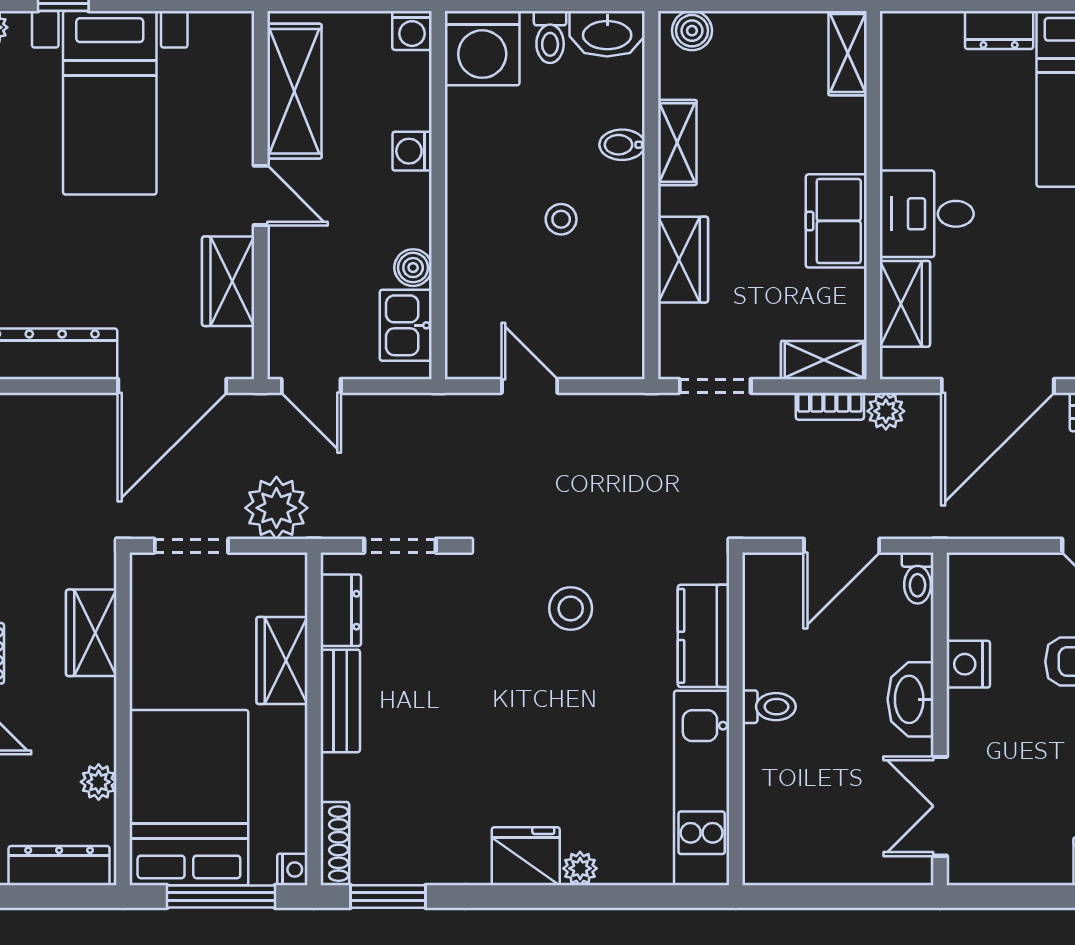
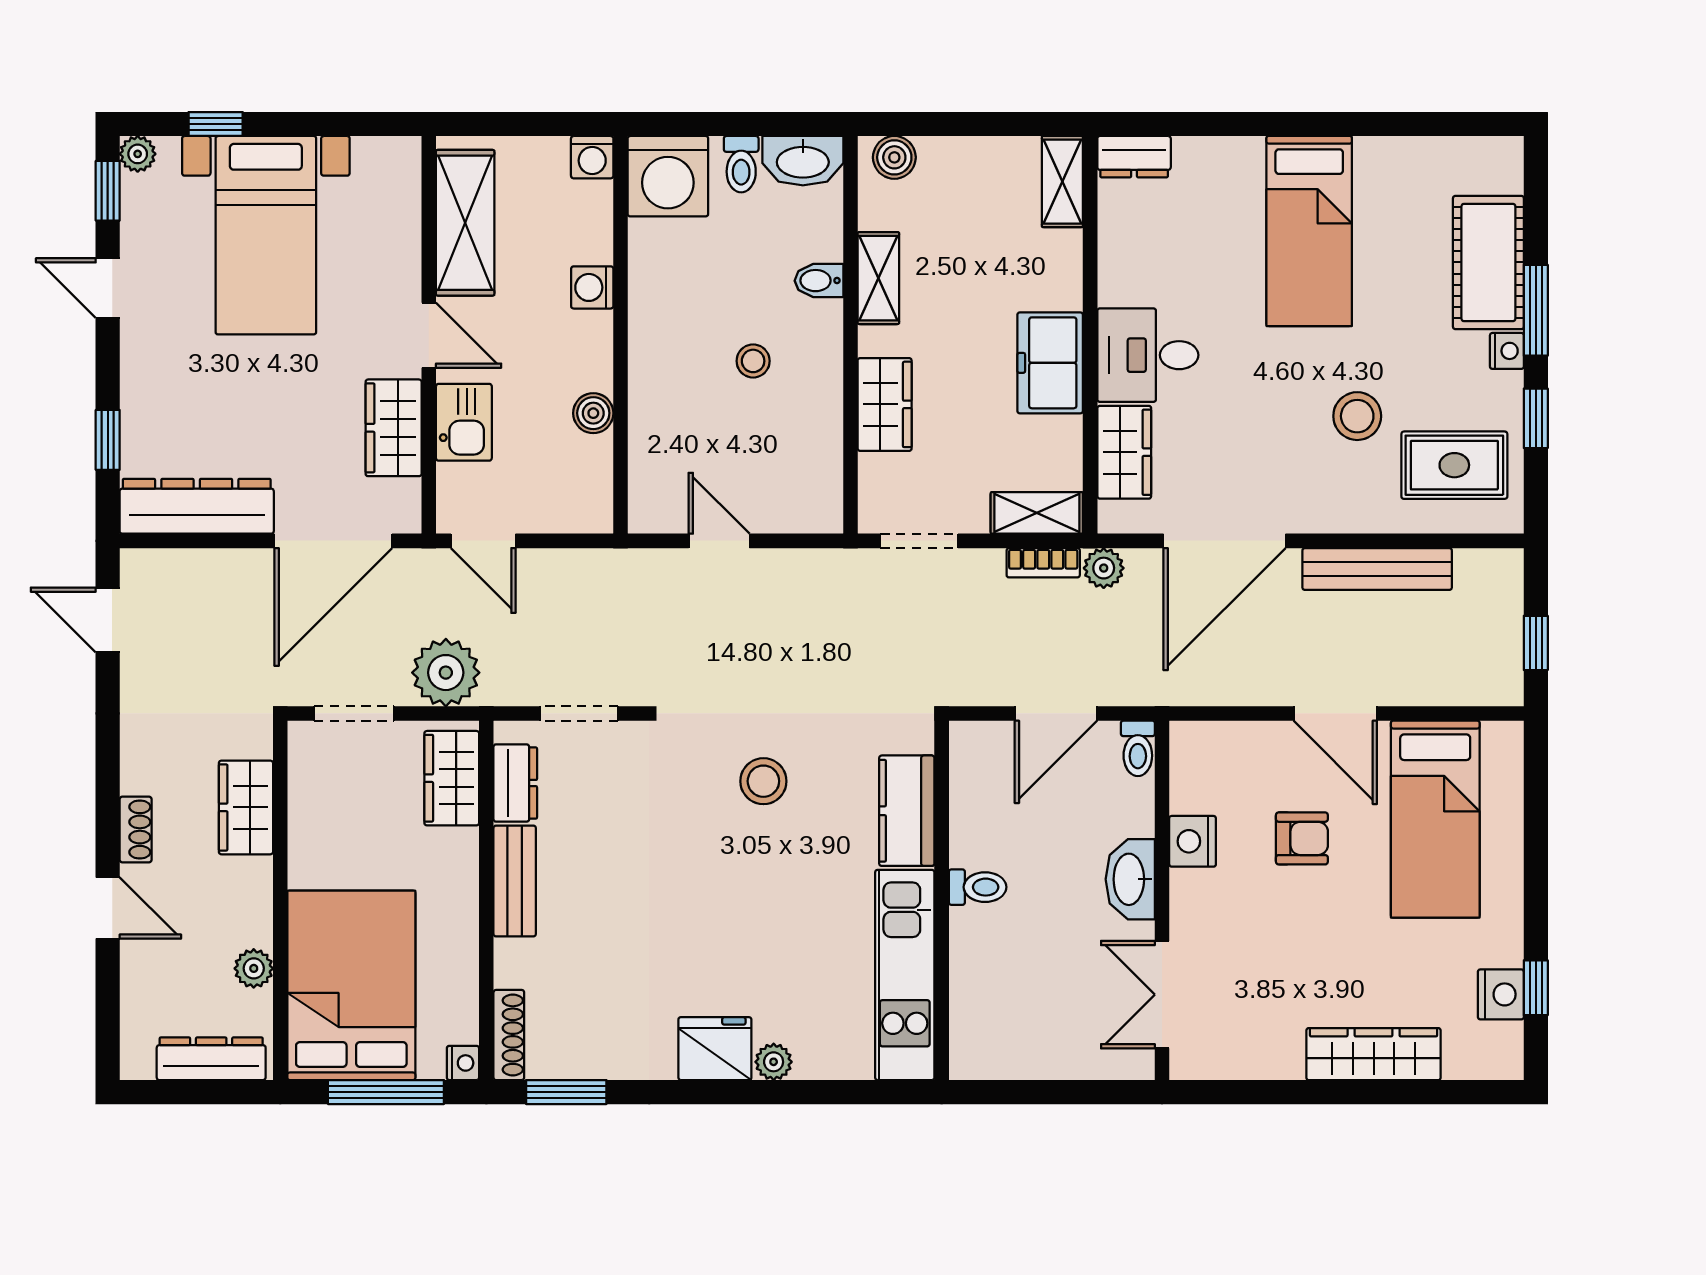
dresser: (999, 30) -> (1134, 157), moved
kitchen sink: (406, 325) -> (464, 422), moved, turned 180
wardrobe: (282, 660) -> (452, 778), moved

